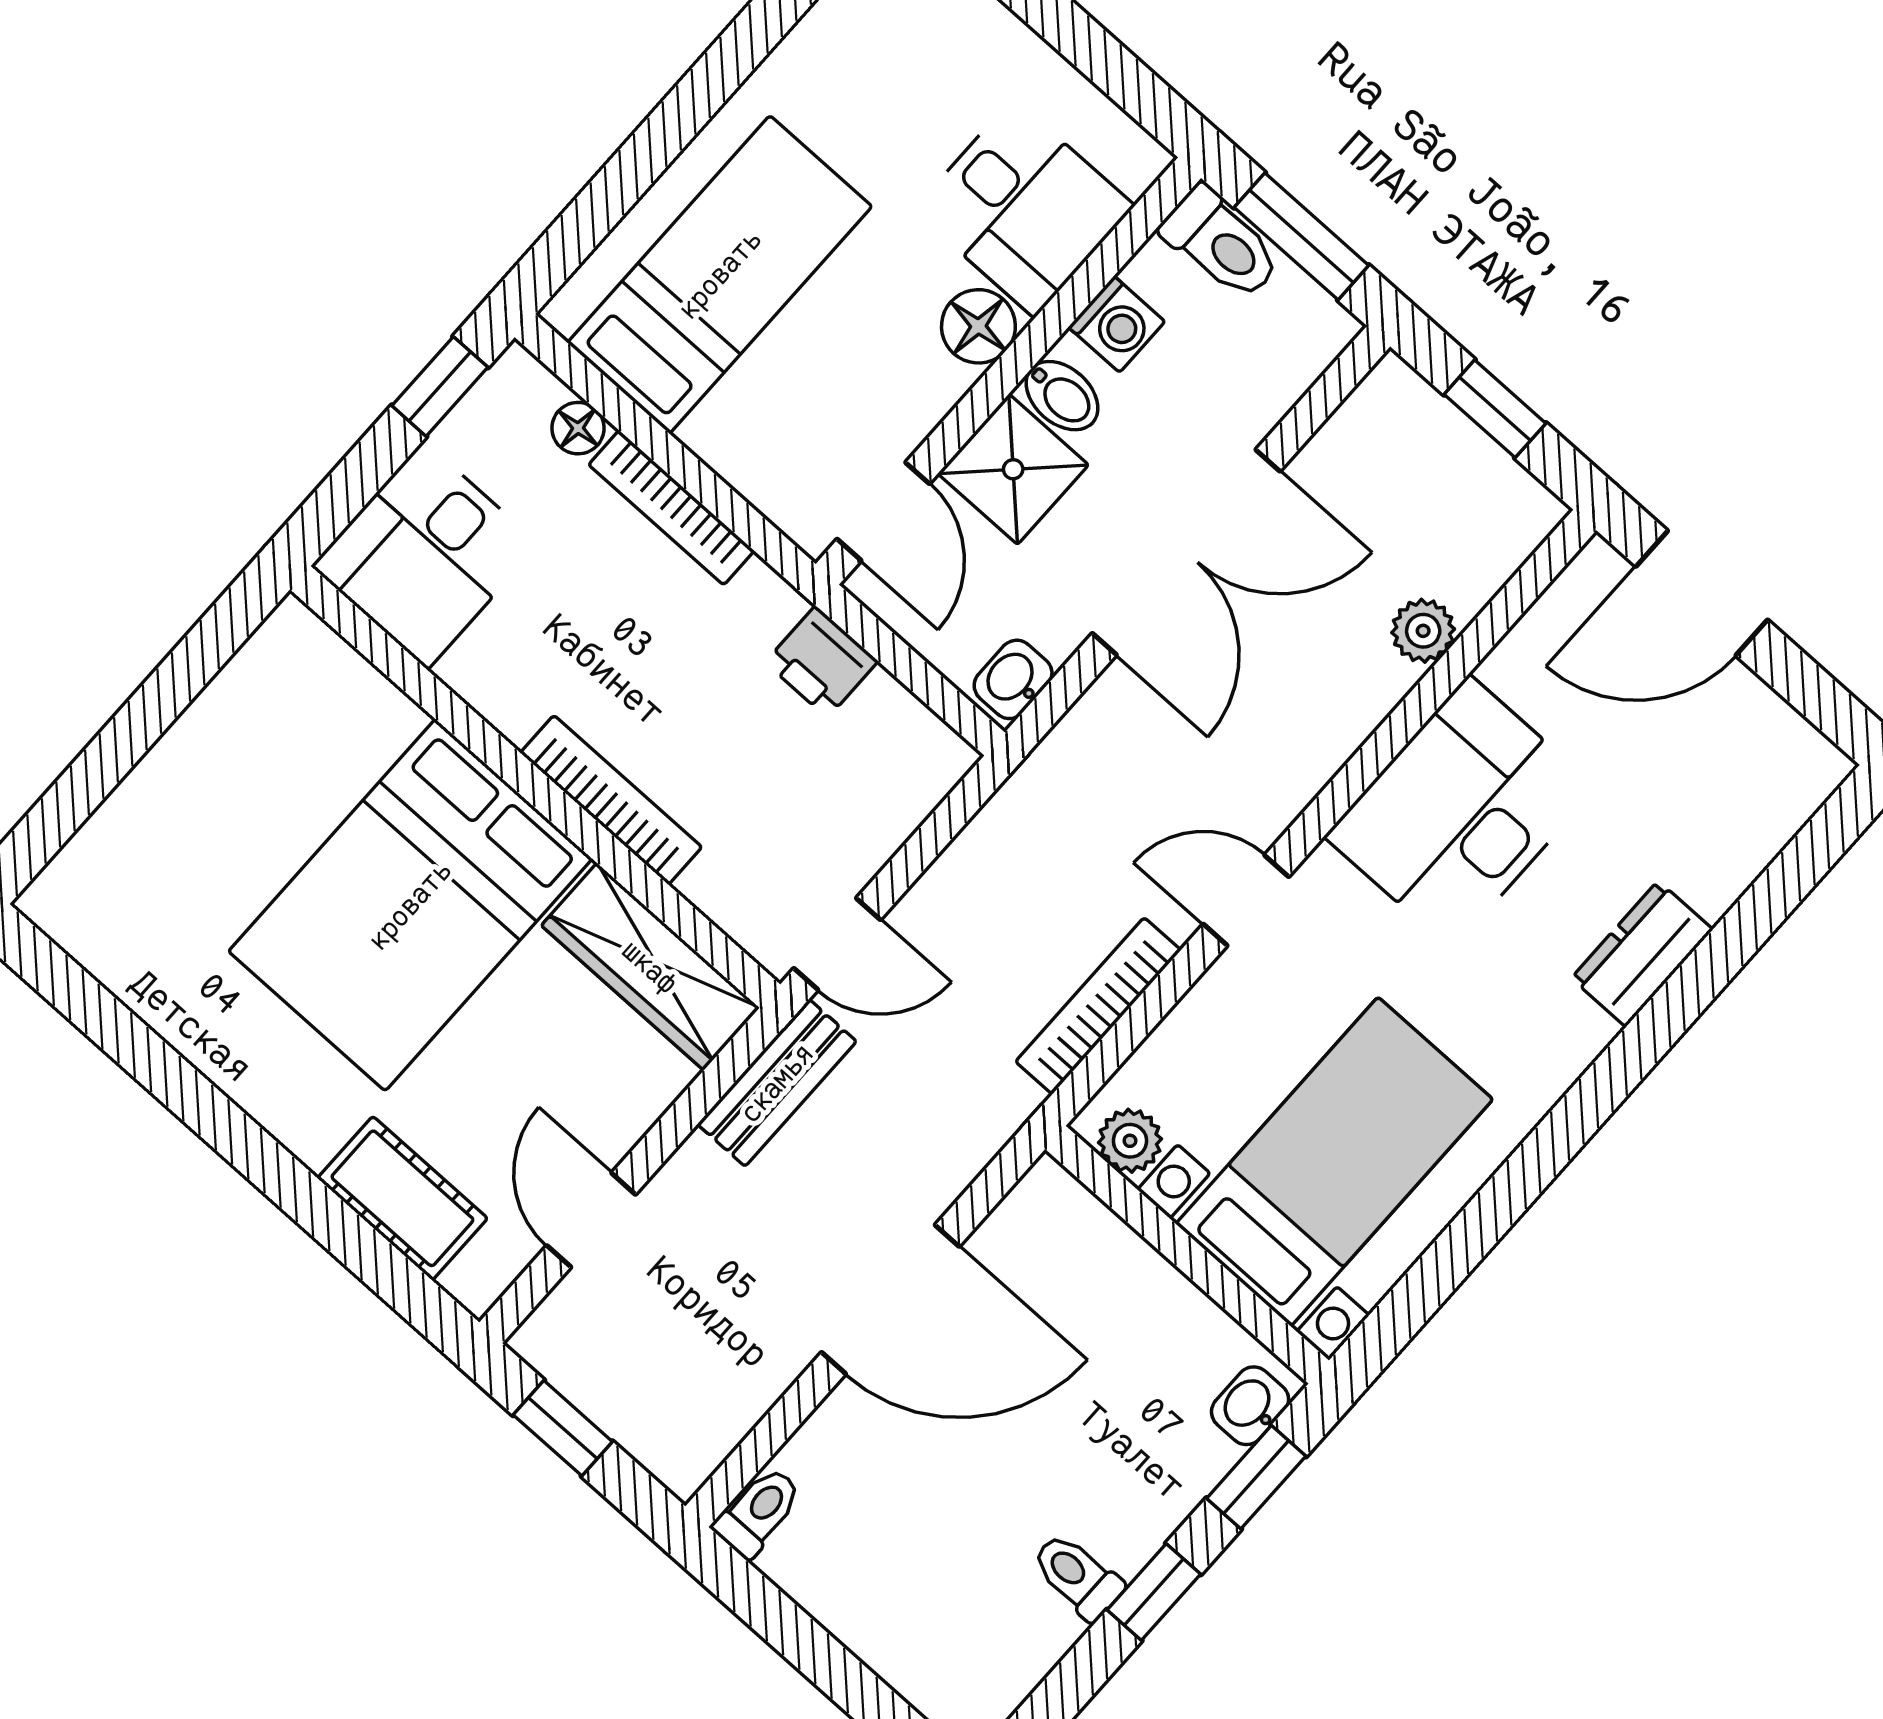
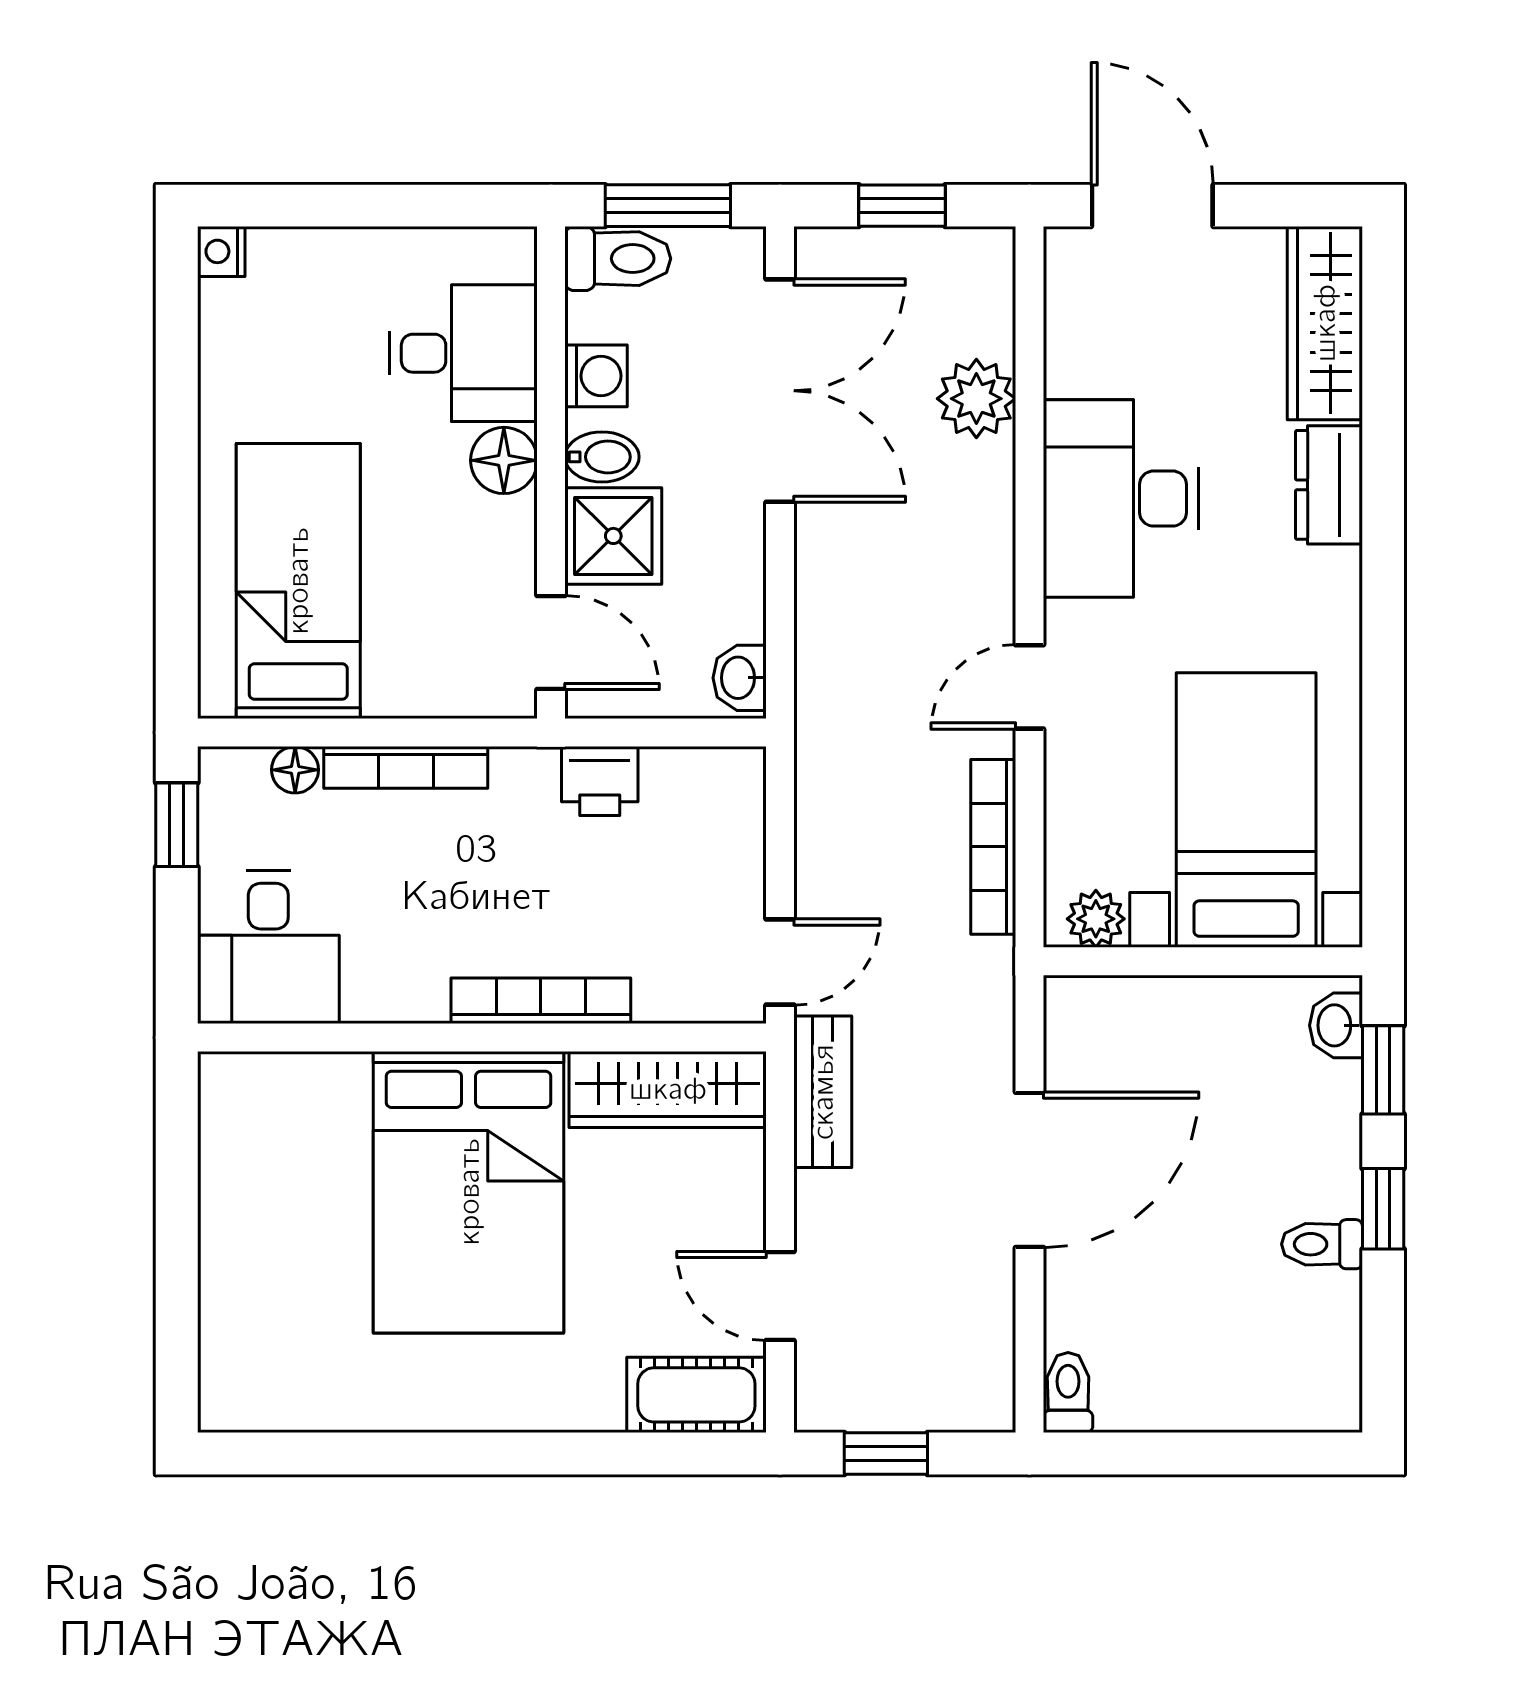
double door: (1186, 552) -> (780, 391), moved
door: (1702, 593) -> (1152, 206), swing flipped
plant: (1423, 631) -> (976, 399), width x1.38, depth x1.38
wardrobe: (1758, 817) -> (1325, 323), added
cot: (402, 1198) -> (696, 1395), moved

